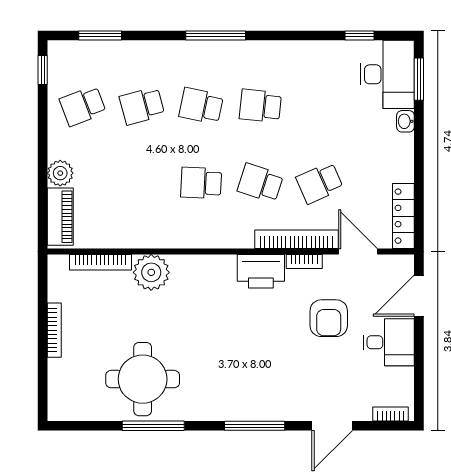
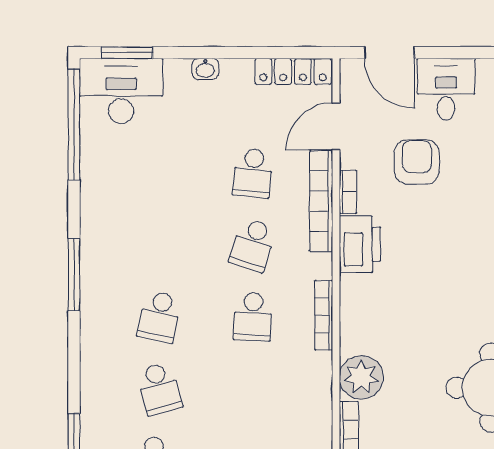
window: (216, 35) -> (74, 275), moved
window: (359, 35) -> (74, 125), width x3.17
school desk: (260, 106) -> (159, 245), removed
washbasin: (405, 121) -> (205, 69), moved
school desk: (320, 183) -> (253, 173), turned 30
bookcase: (202, 241) -> (324, 315), added
armchair: (329, 318) -> (417, 162), turned -90

